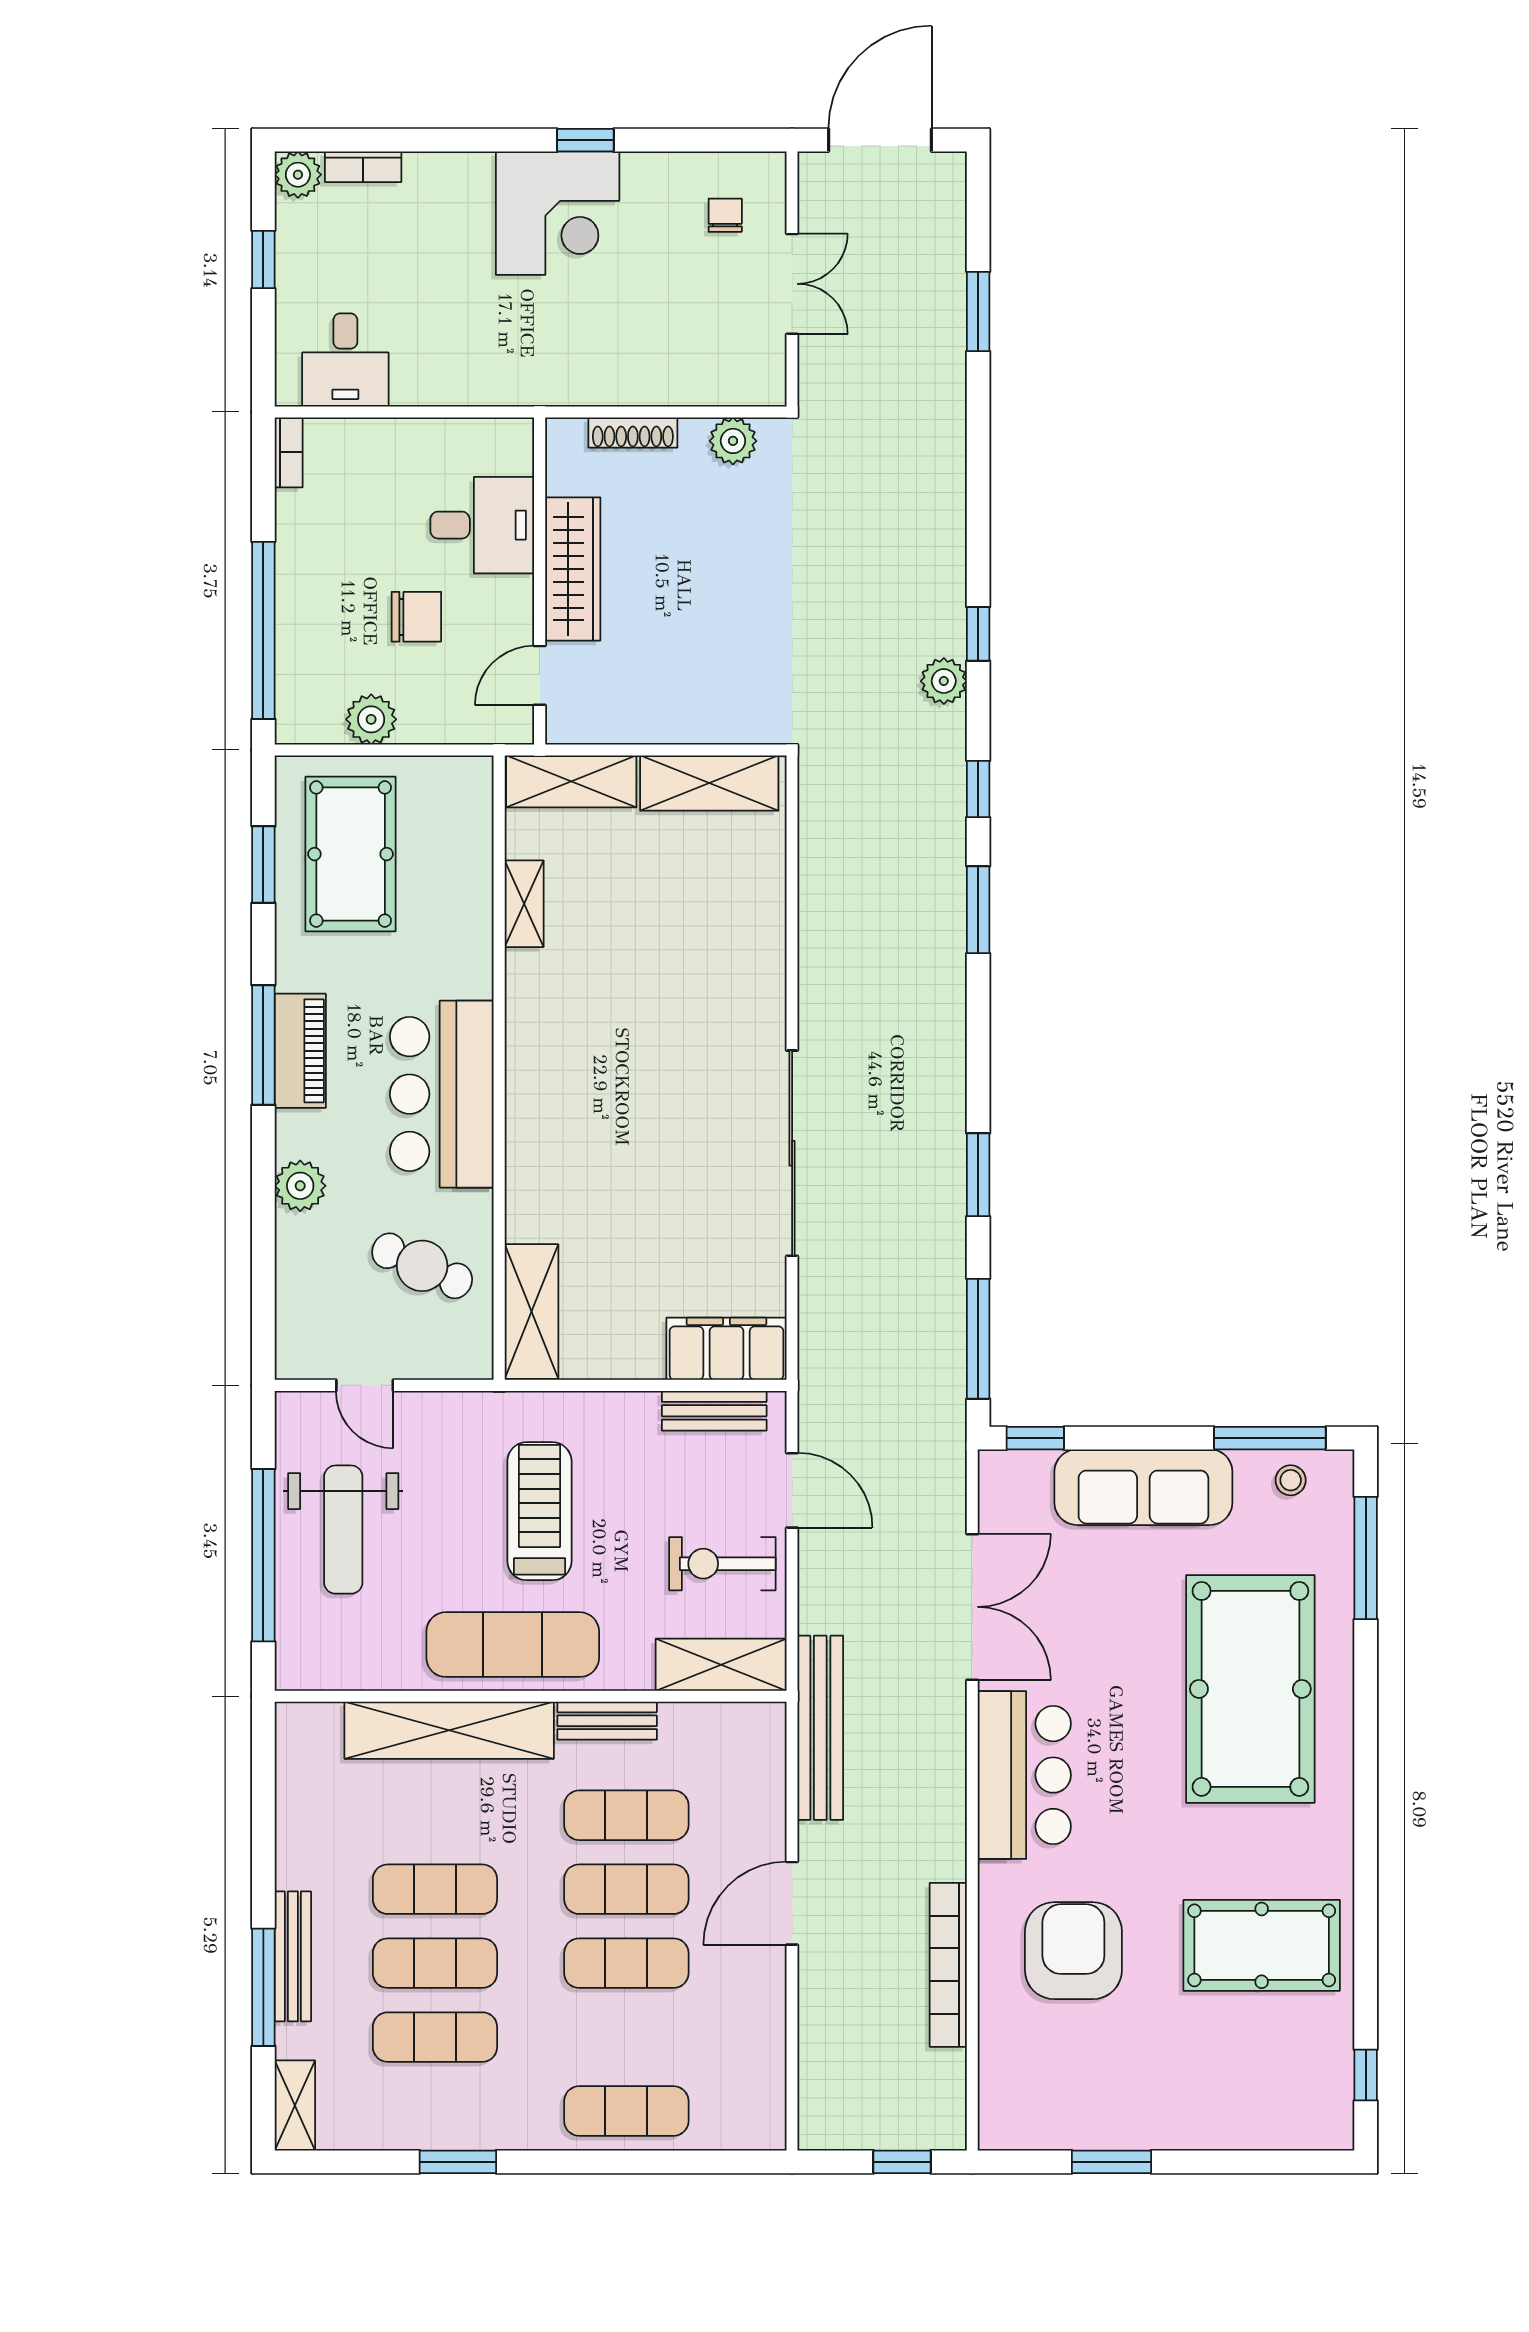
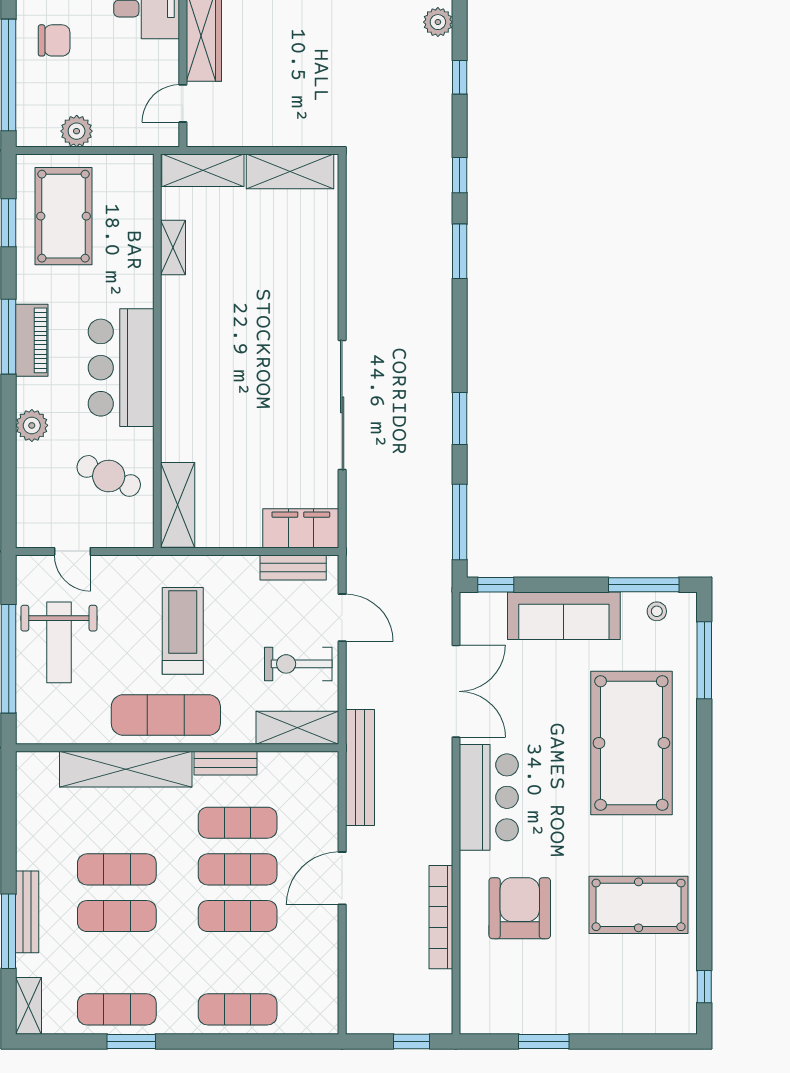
chair: (416, 617) -> (54, 40), moved
plant: (944, 681) -> (438, 22), moved
exercise mat: (435, 2037) -> (117, 1009), moved

